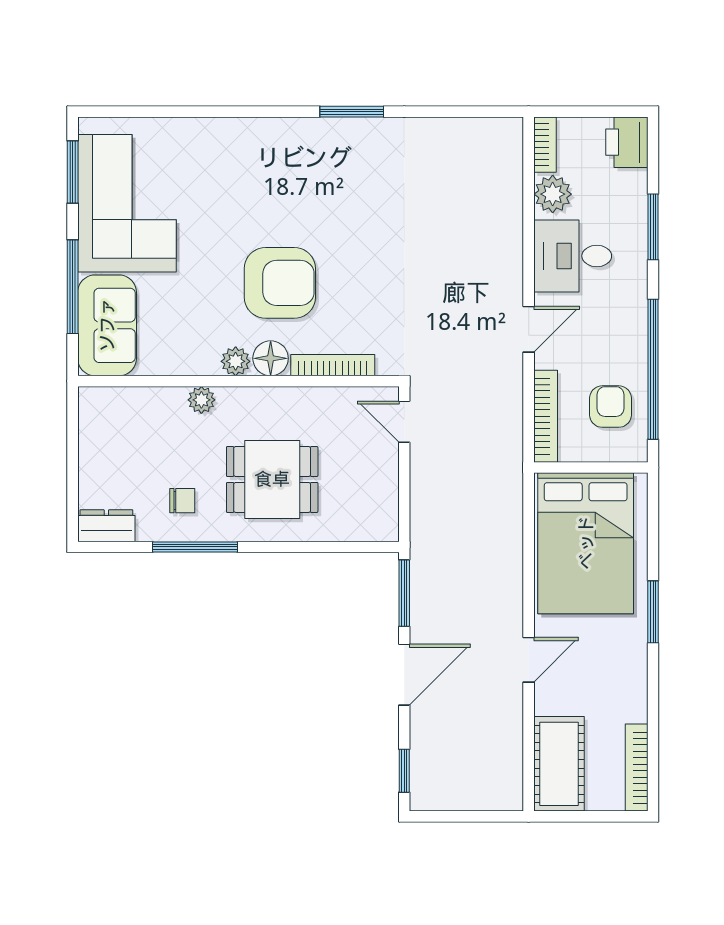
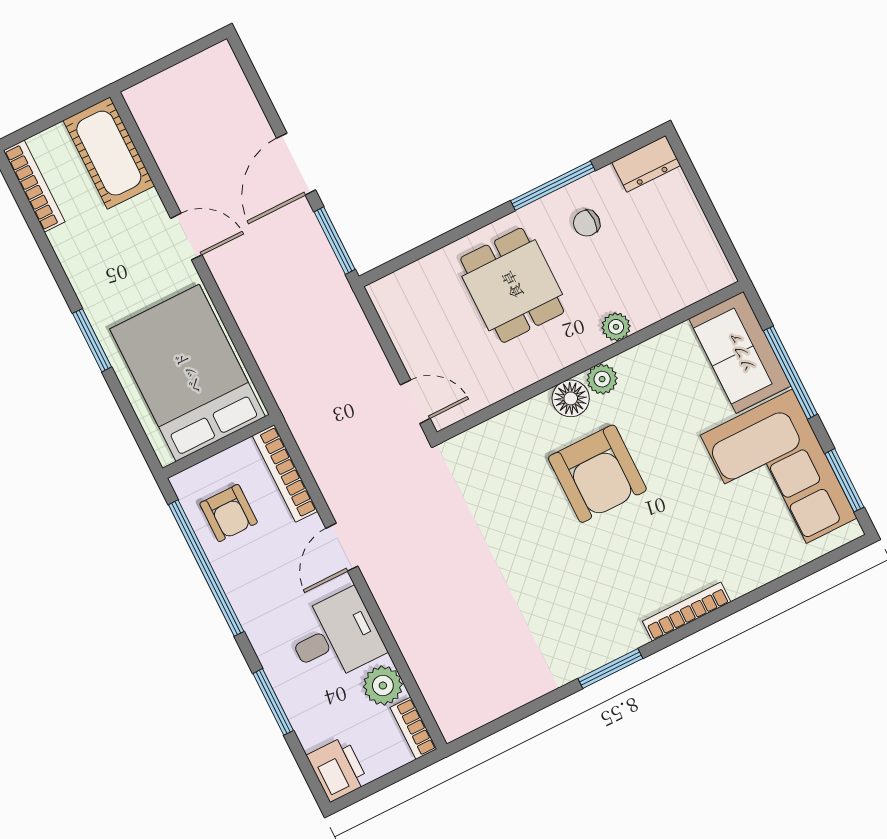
armchair: (280, 283) -> (597, 474), turned -90
bookcase: (333, 365) -> (687, 612), moved, turned 180
dining table: (272, 479) -> (512, 285), turned 90
door: (529, 660) -> (186, 237), swing flipped
window: (404, 771) -> (251, 74), removed

